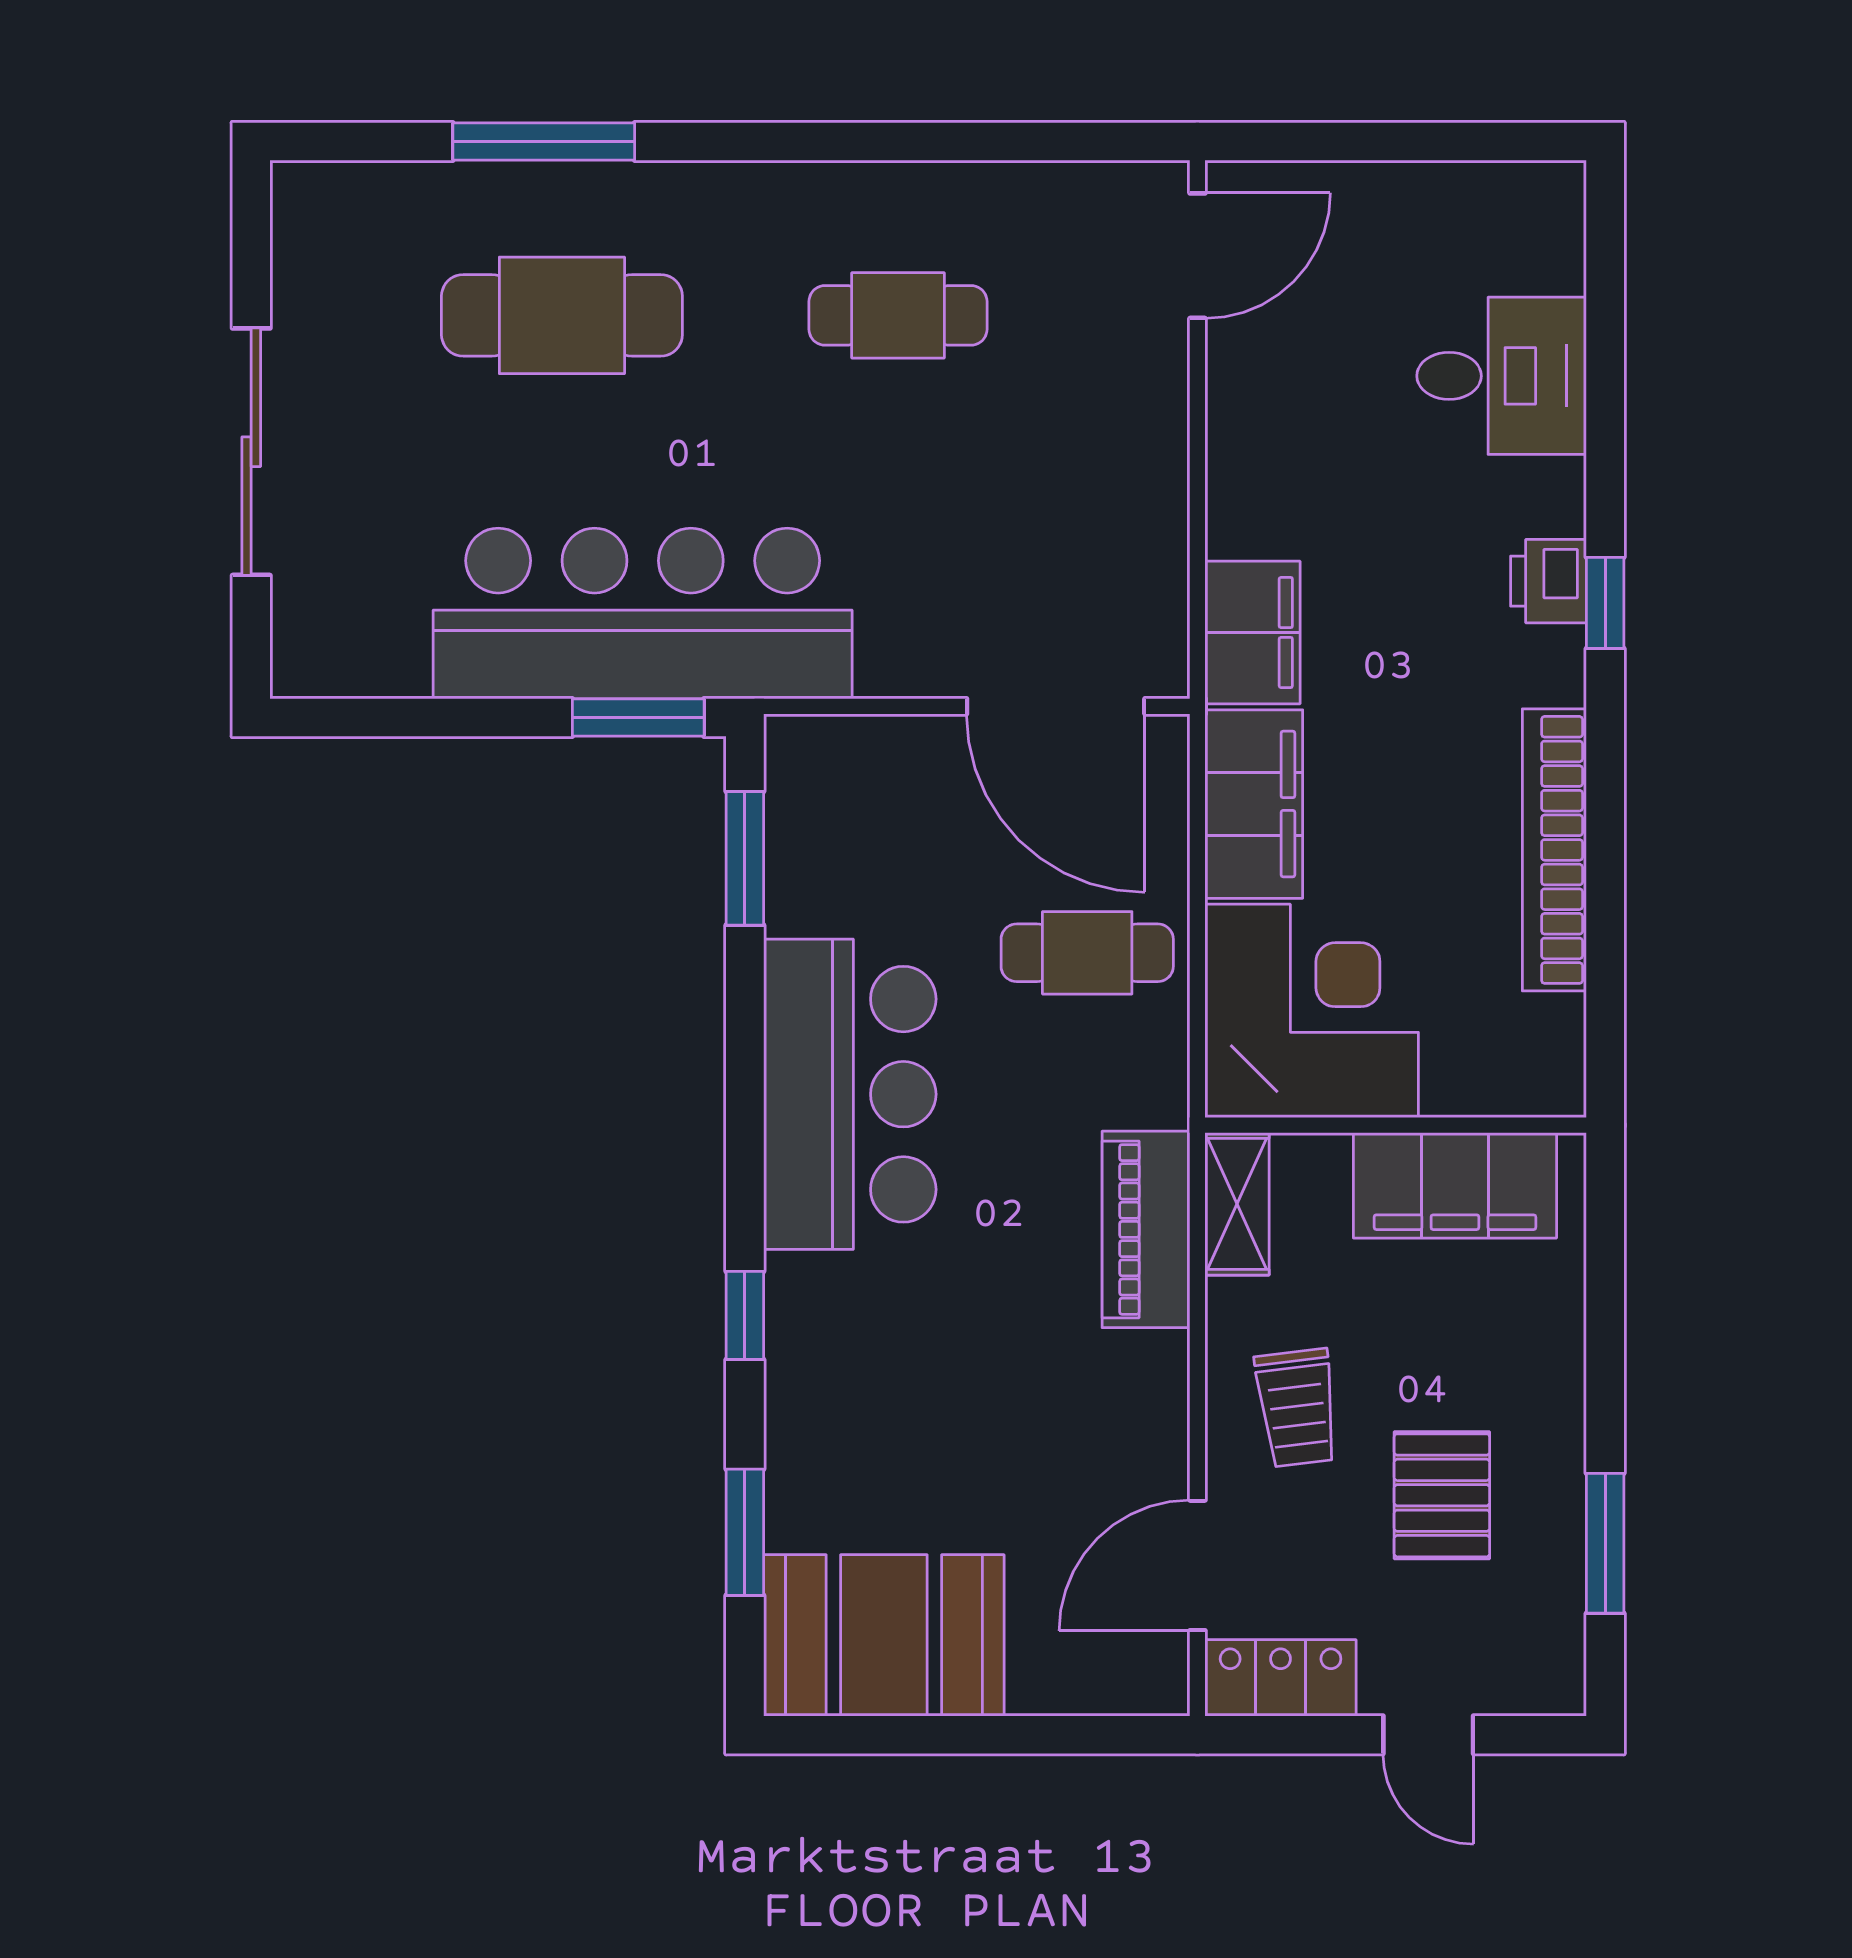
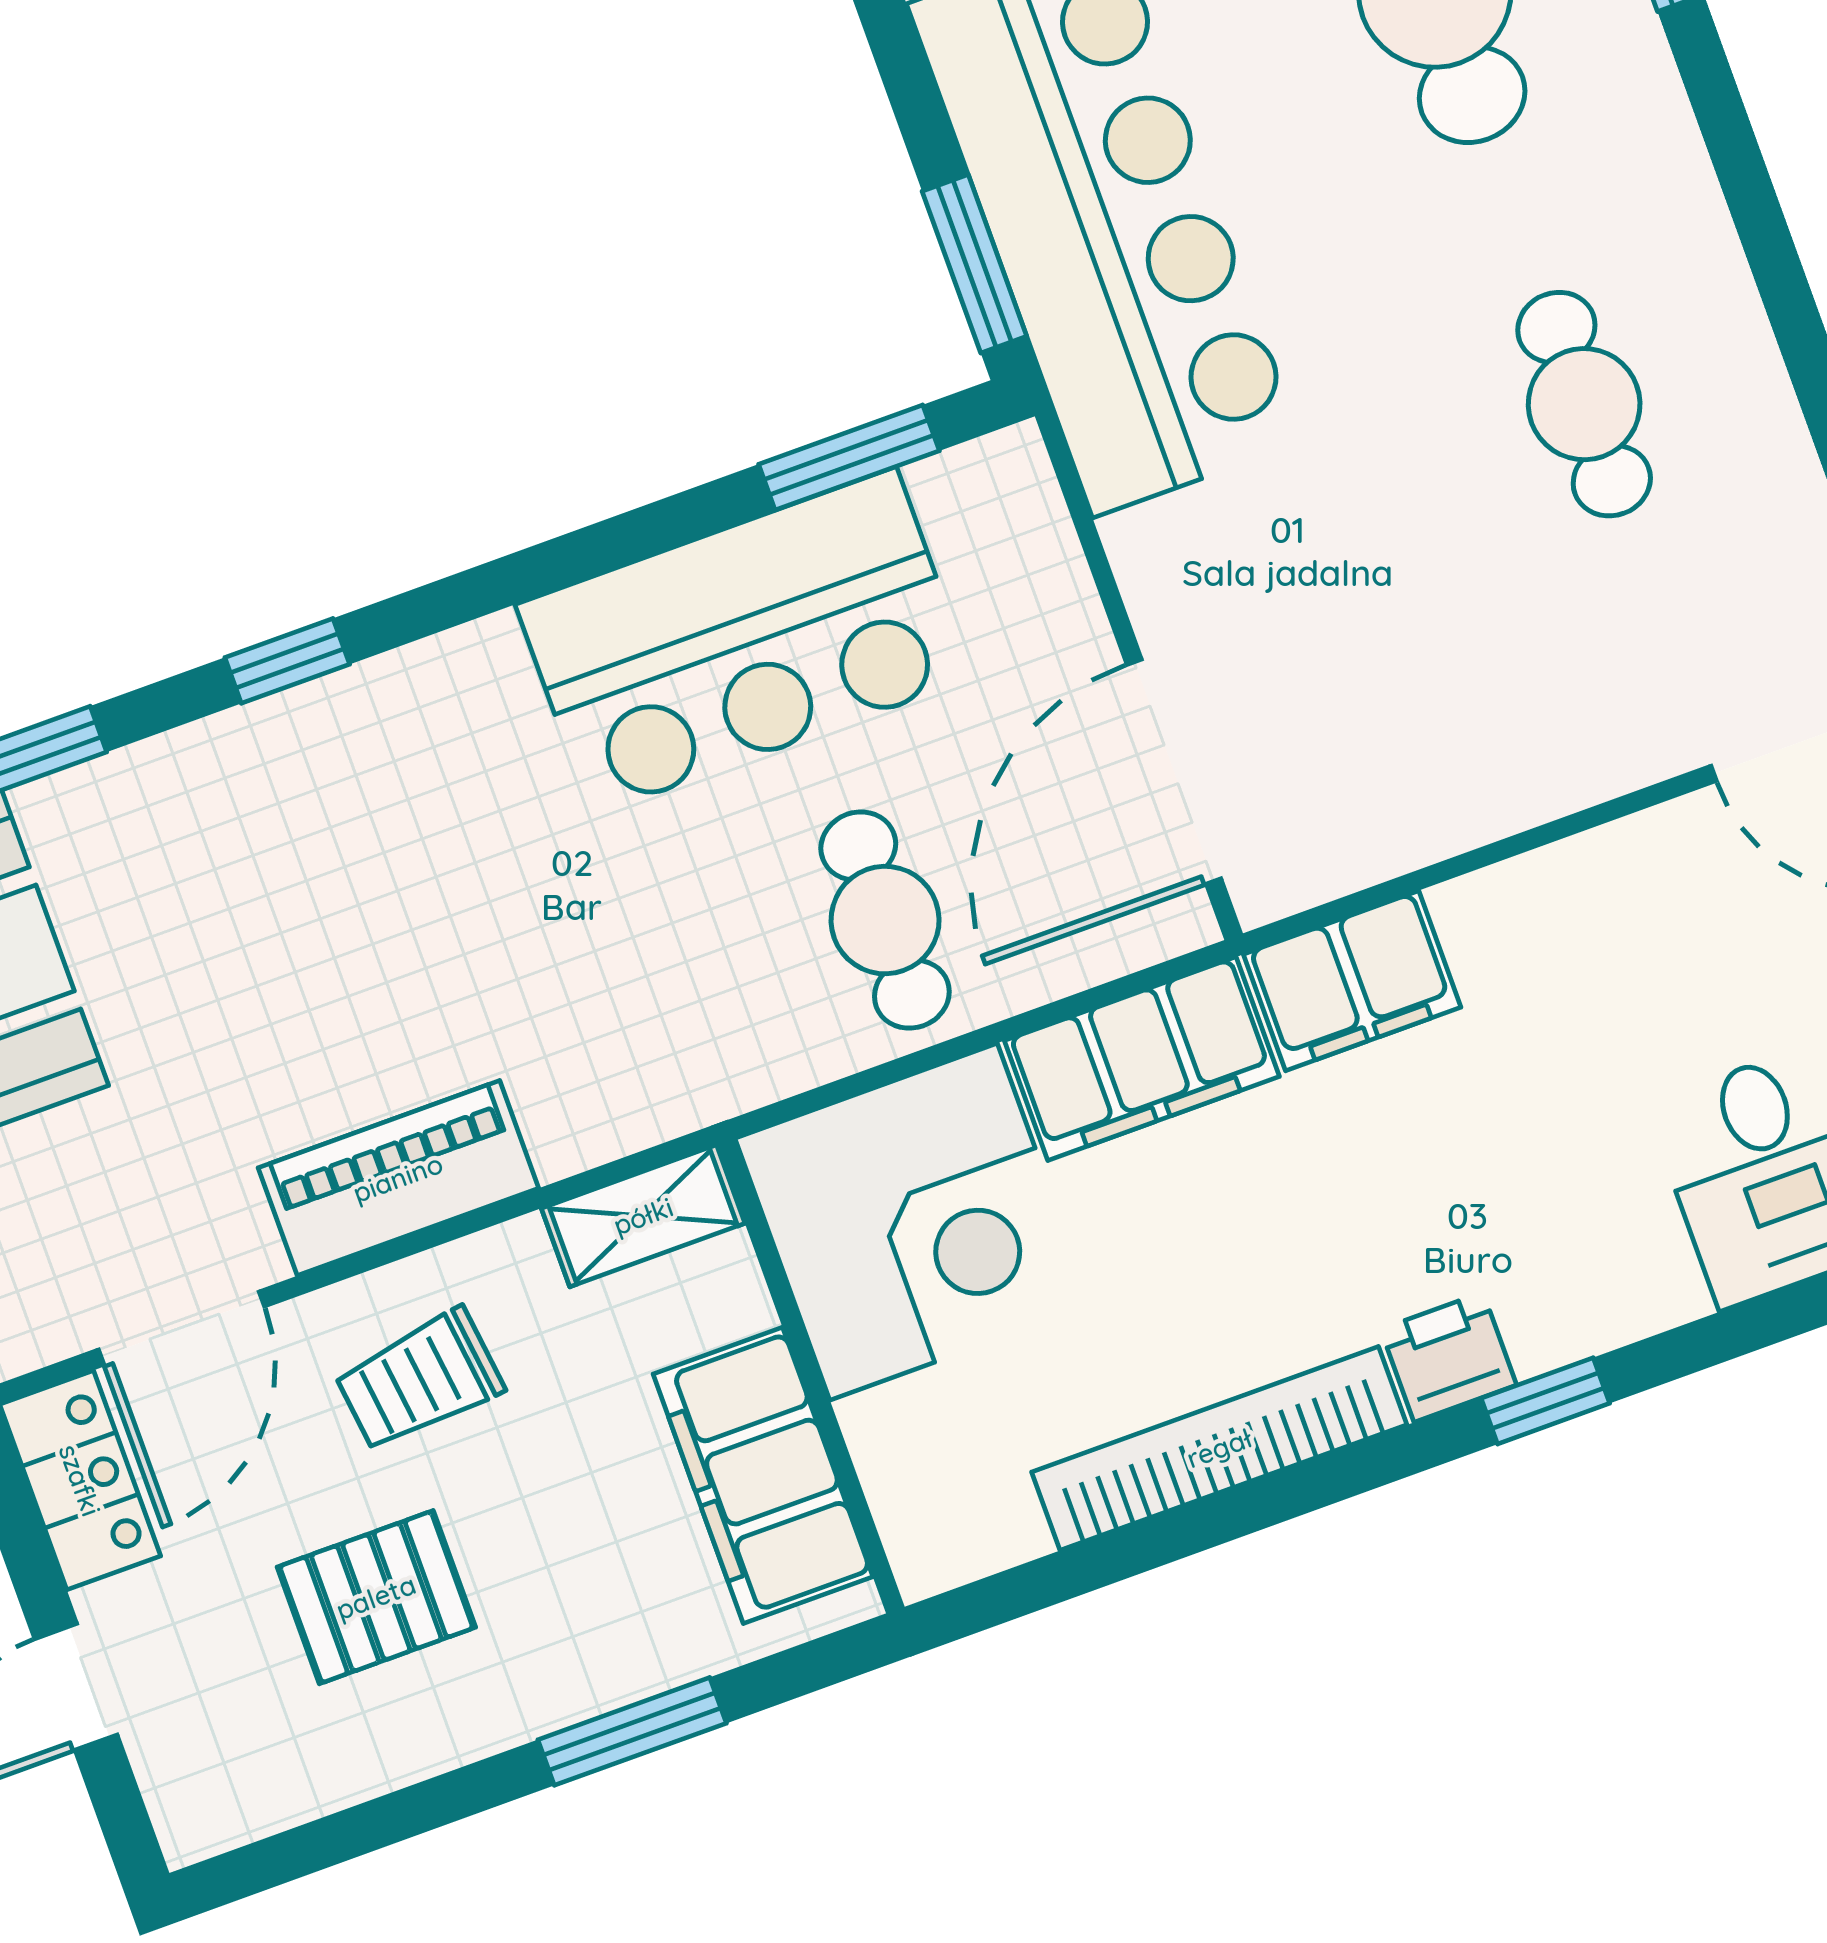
printer: (1548, 581) -> (1449, 1357), moved
bar counter: (850, 1094) -> (744, 641), moved
piano: (1146, 1229) -> (398, 1178), moved
window: (1605, 1543) -> (632, 1731), moved
door: (1197, 1565) -> (181, 1328), swing flipped

